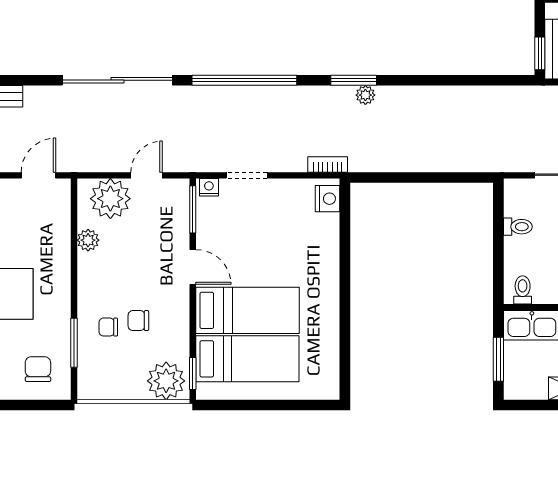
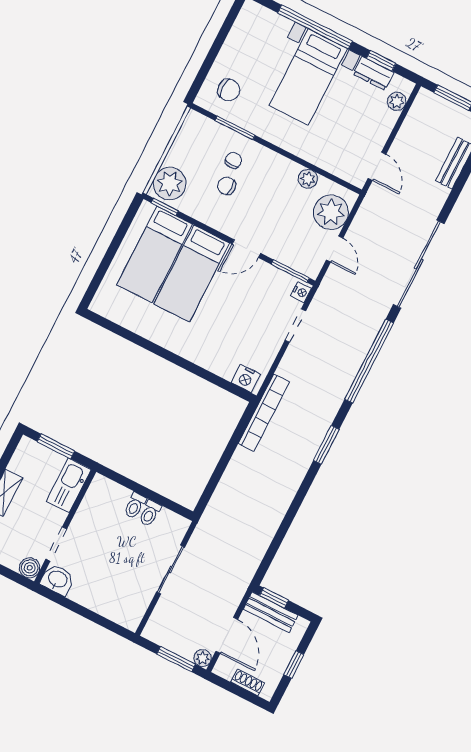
plant: (365, 95) -> (310, 448), removed
bookcase: (328, 164) -> (264, 413), width x2.31, depth x1.31
toilet: (523, 290) -> (135, 505), moved, turned 90
chair: (138, 321) -> (227, 186), turned -90

